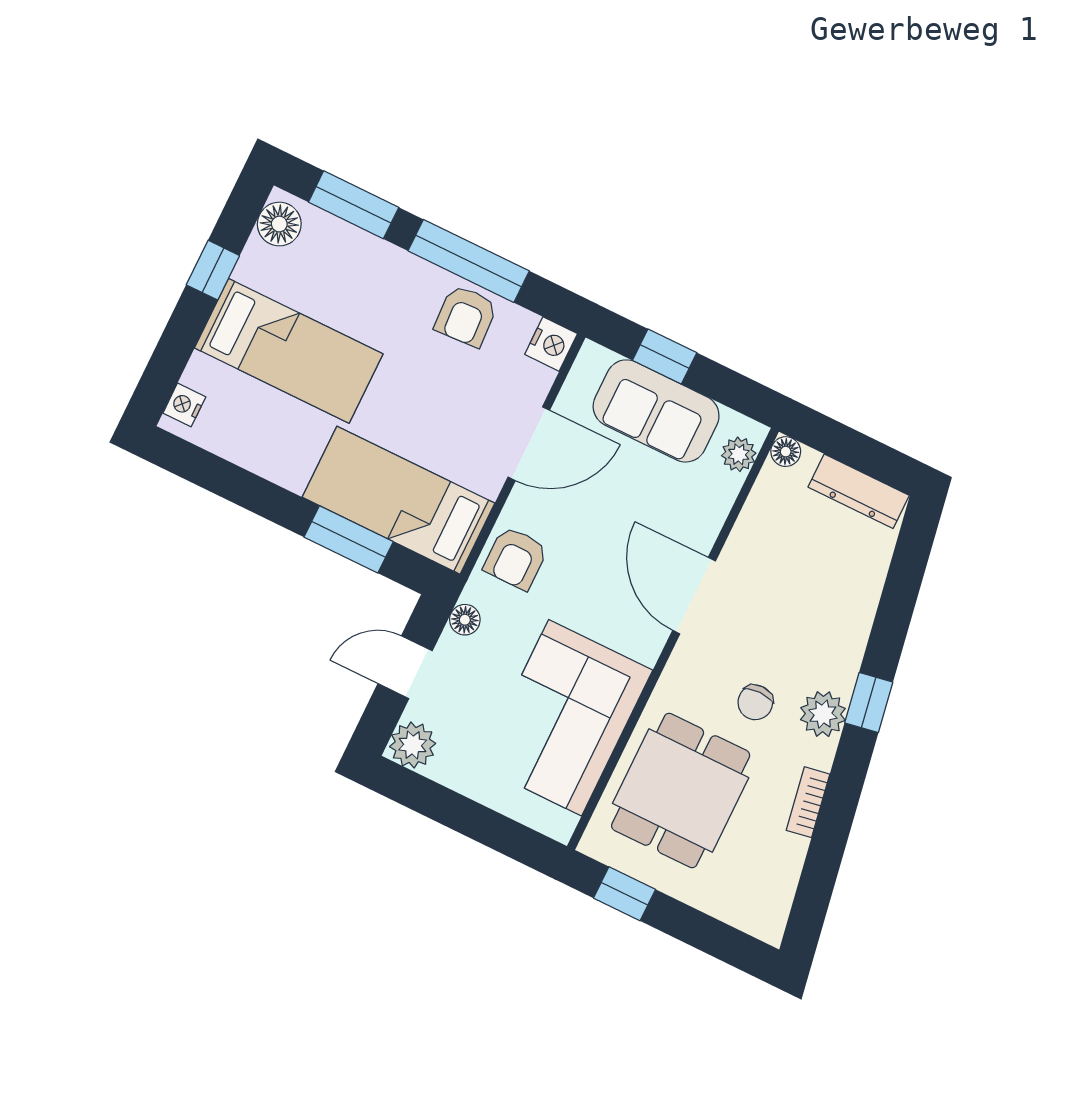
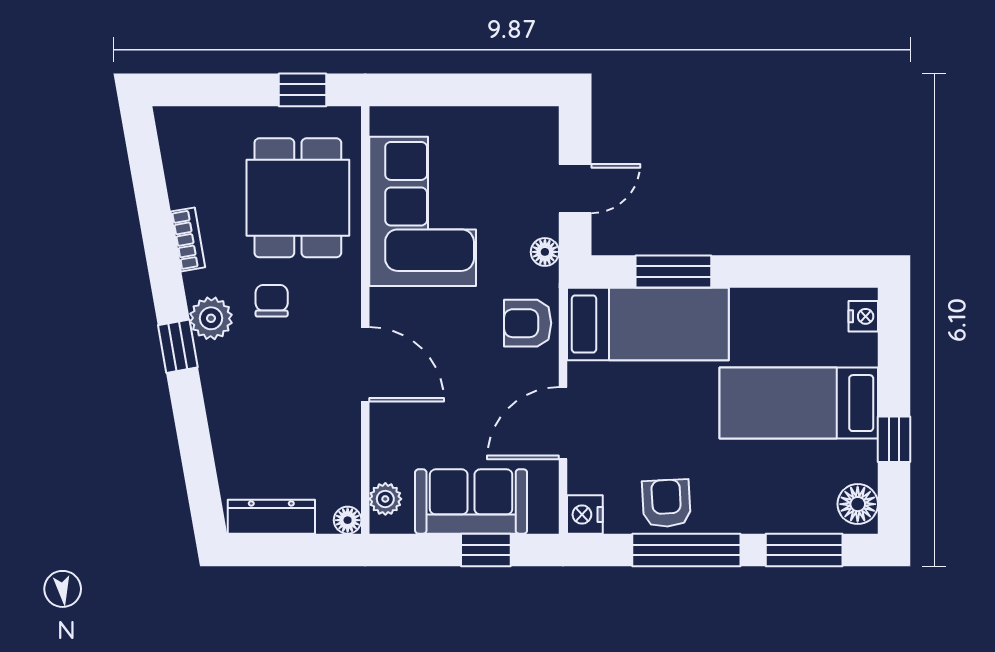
armchair: (516, 558) -> (528, 323), turned -90
plant: (413, 745) -> (538, 127), removed

